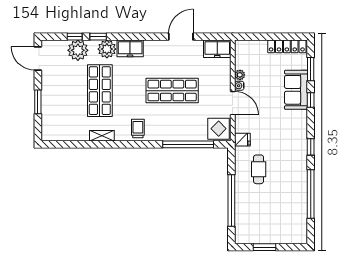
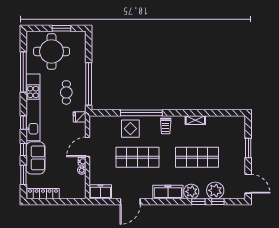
freezer: (130, 48) -> (168, 192), width x1.40
shop shelf: (100, 91) -> (197, 157), turned 90
door: (233, 103) -> (88, 147), hinge flipped
display table: (219, 129) -> (130, 129), moved
window: (188, 144) -> (141, 113), moved
window: (311, 147) -> (23, 123), moved
kitchen unit: (299, 151) -> (33, 107), added
window: (231, 200) -> (89, 84), moved
round table: (277, 219) -> (52, 51), added

